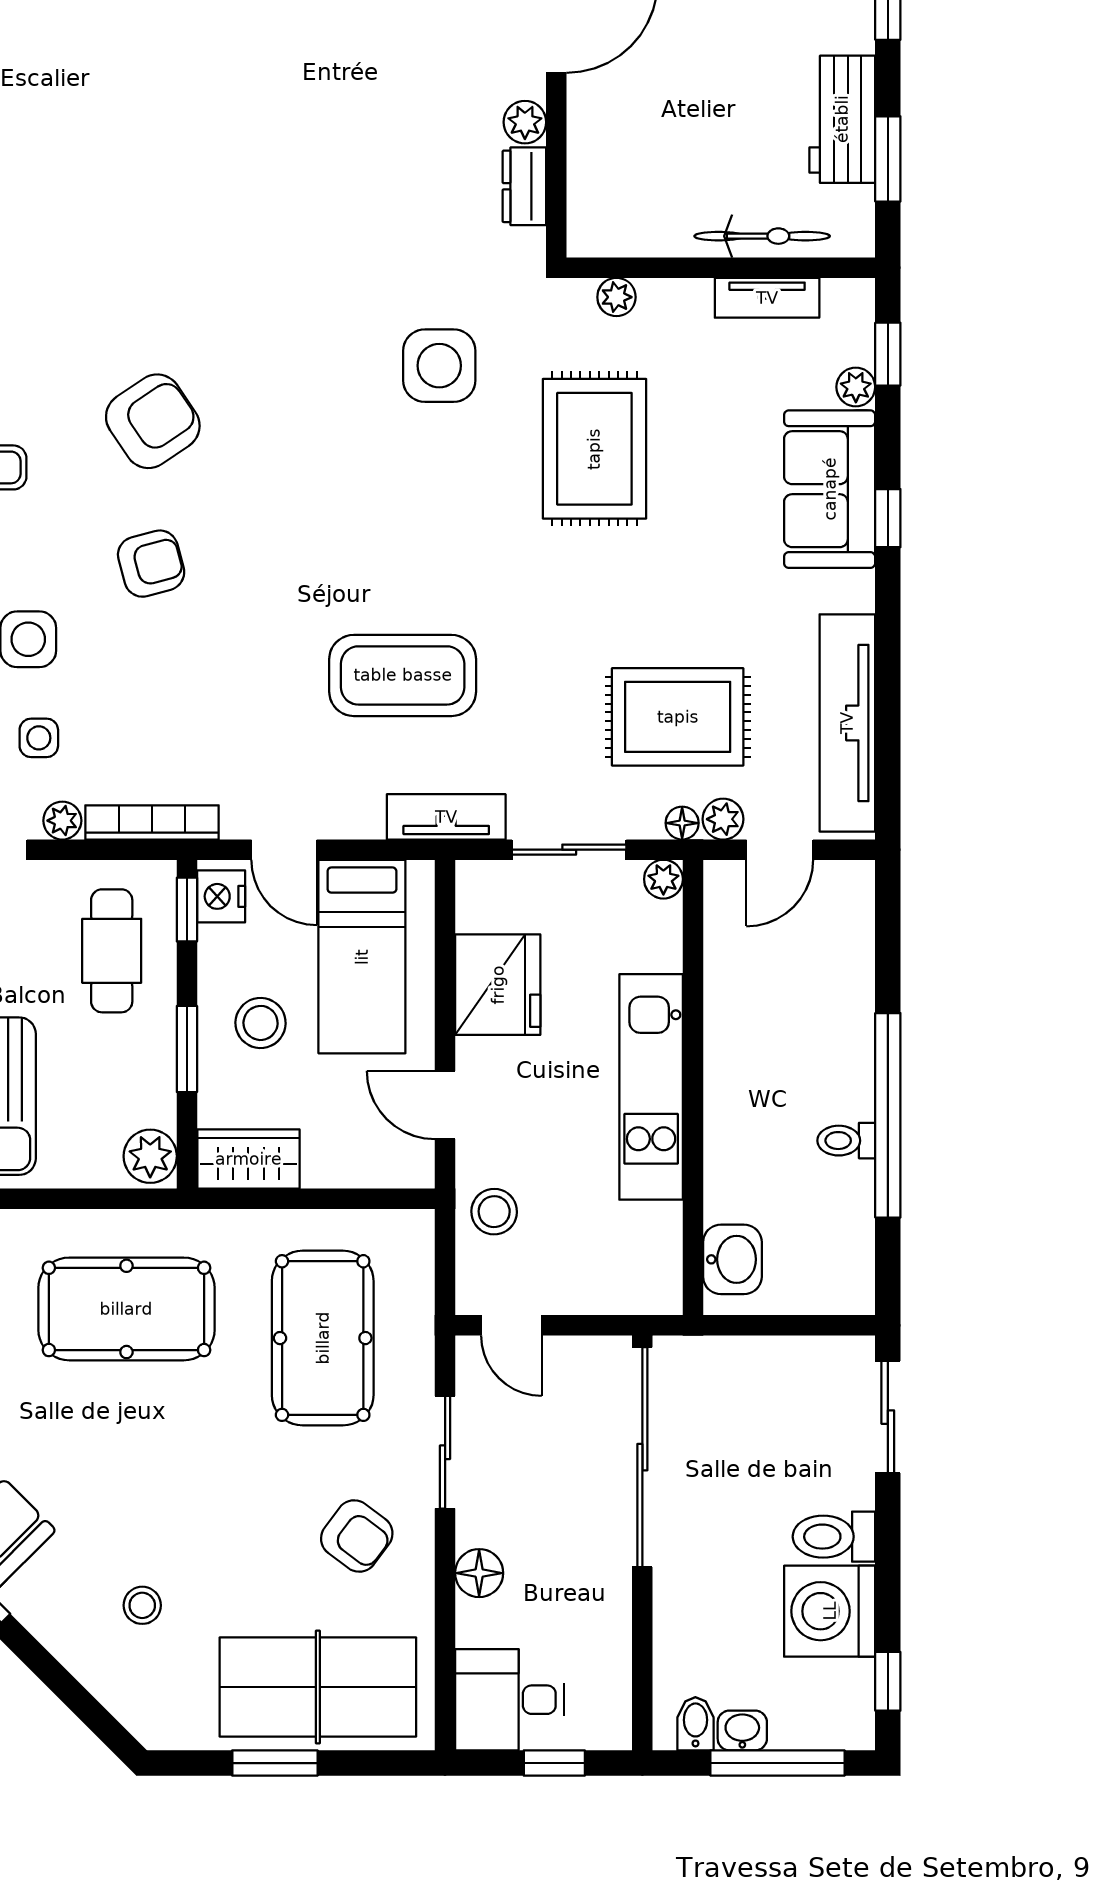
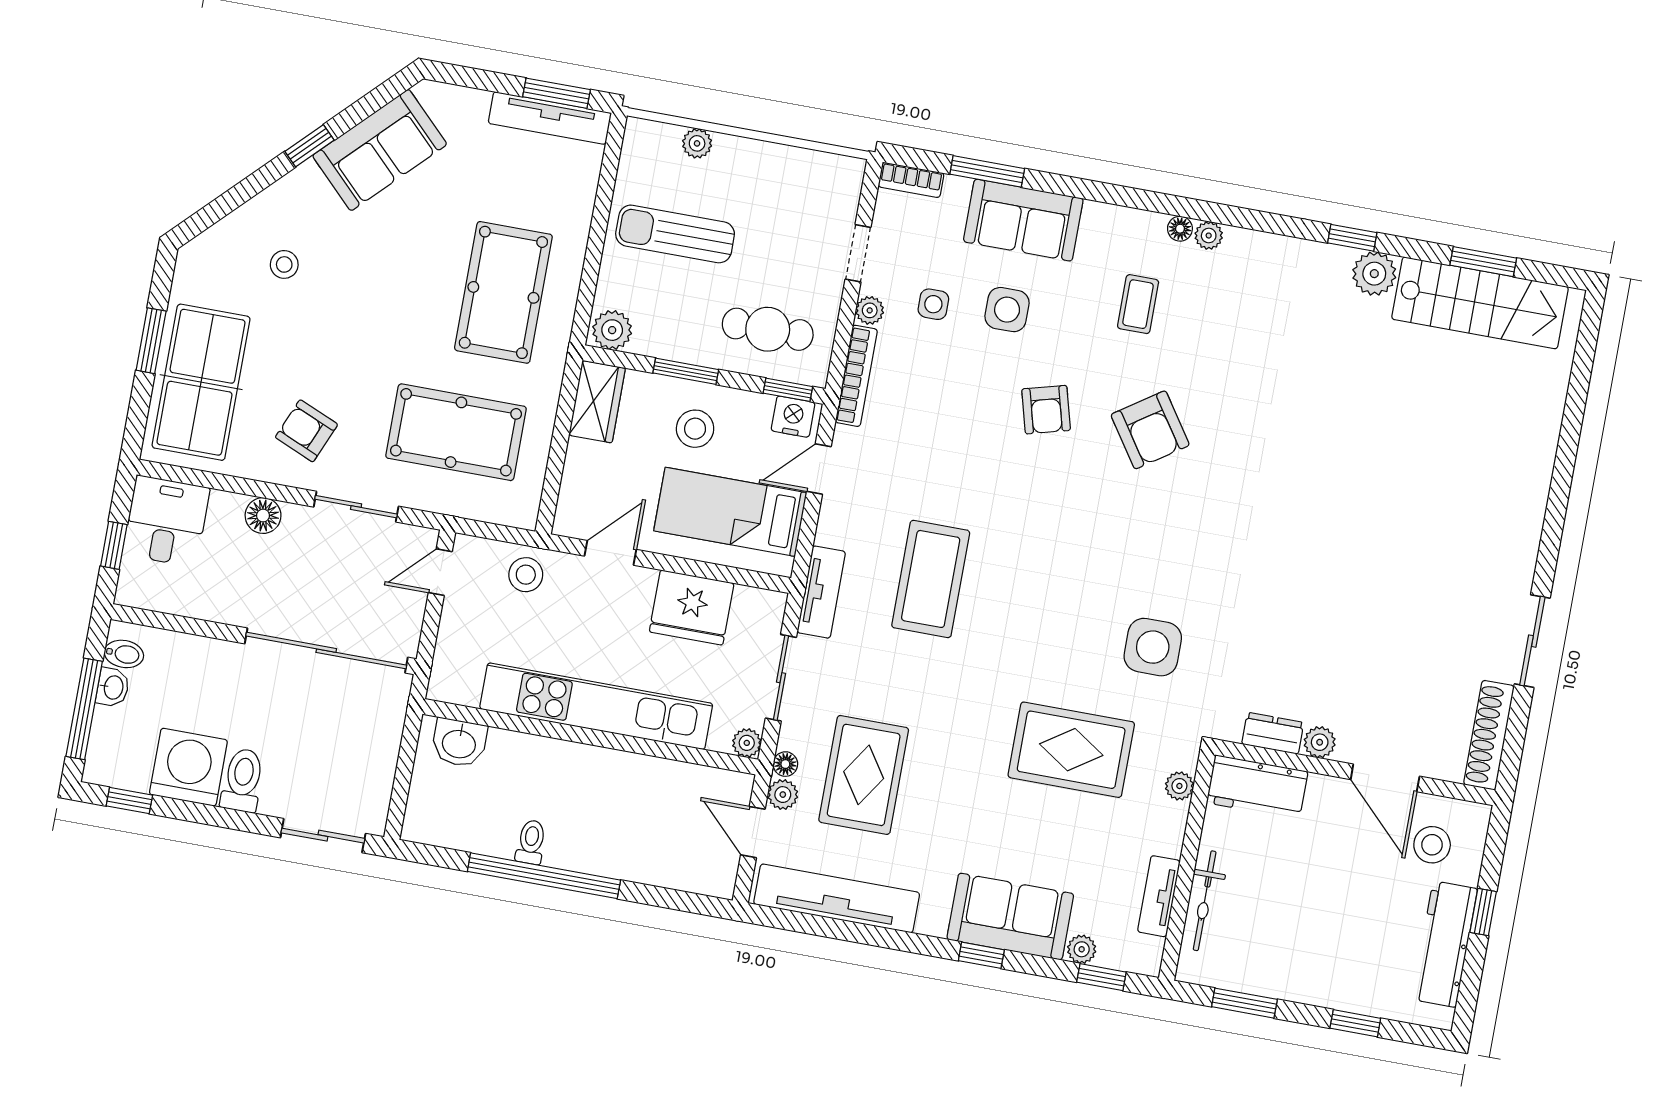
workbench: (842, 119) -> (1257, 787), moved, turned 180
kitchen unit: (651, 1087) -> (596, 706), width x1.36
armchair: (357, 1536) -> (306, 431), turned 76

